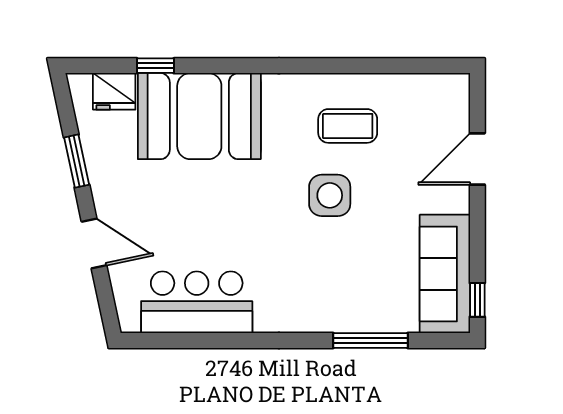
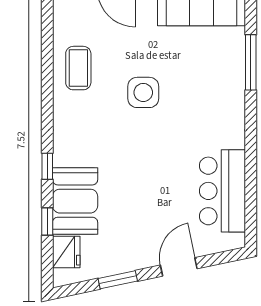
window: (230, 66) -> (47, 166), added
booth: (199, 116) -> (75, 201), width x0.73, depth x0.70
coffee table: (348, 126) -> (78, 68), moved

